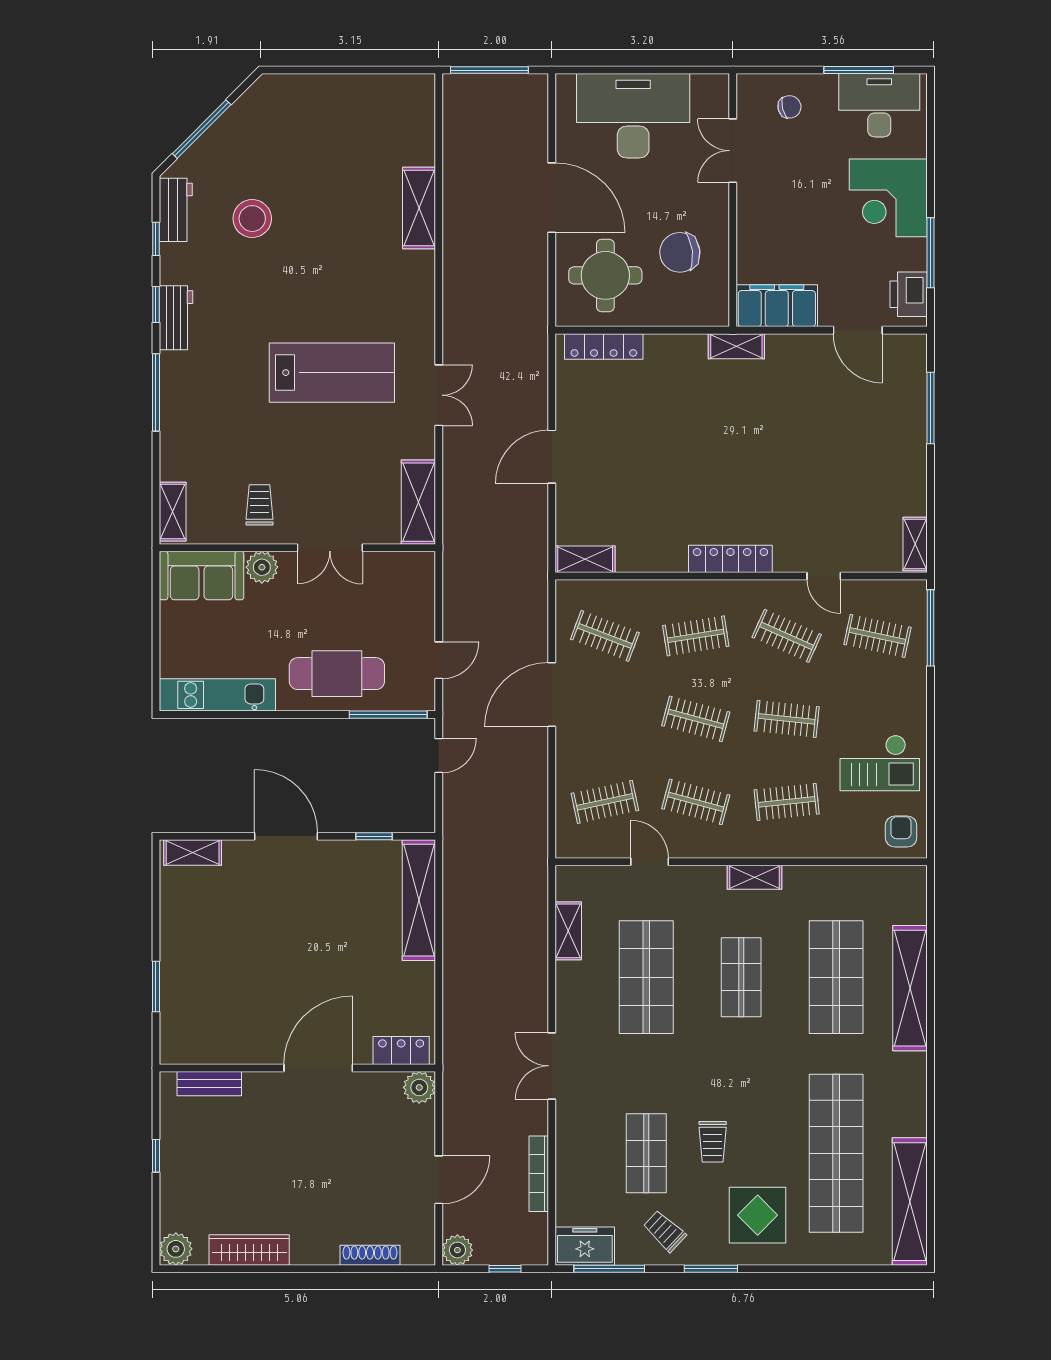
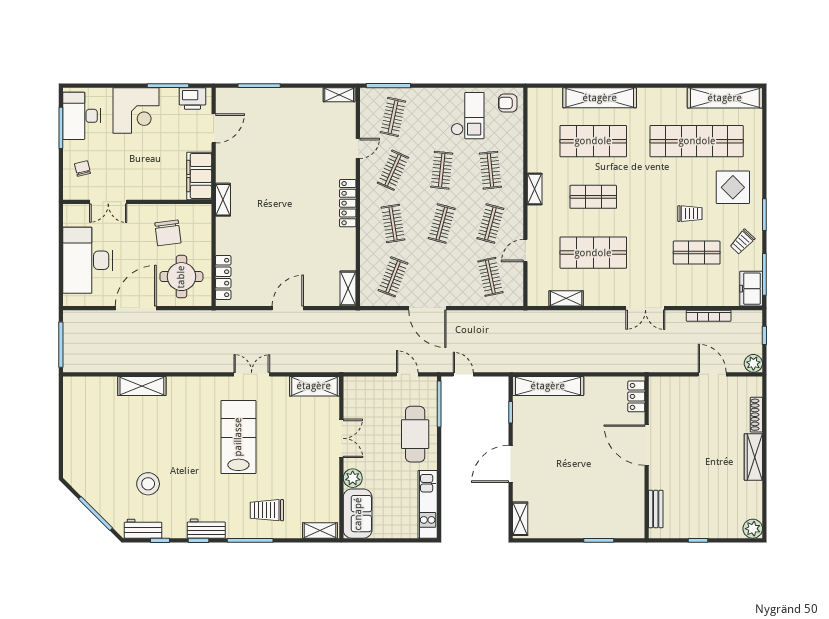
door: (552, 457) -> (288, 308), swing flipped
trolley: (259, 505) -> (267, 510), moved, width x1.36, depth x1.39
plant: (419, 1087) -> (658, 386), removed
wardrobe: (249, 1250) -> (753, 457), moved

